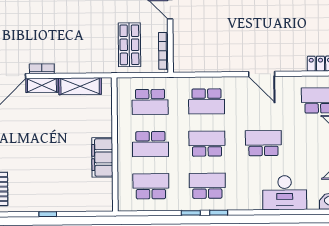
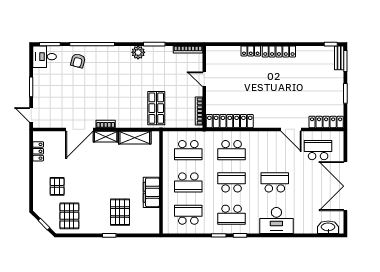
shop shelf: (129, 45) -> (156, 108), moved
locker: (204, 63) -> (230, 121), added
door: (262, 74) -> (291, 129), moved
pallet: (61, 184) -> (120, 212), added
school desk: (207, 186) -> (232, 215), turned 180
desk: (285, 193) -> (276, 221), moved

